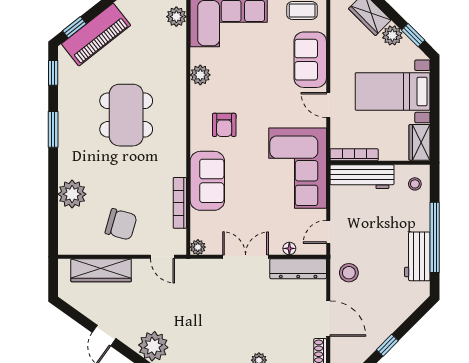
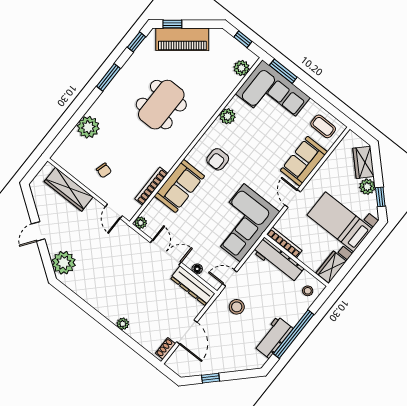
chair: (121, 224) -> (104, 170), width x0.54, depth x0.54
stool: (349, 273) -> (237, 307), moved

